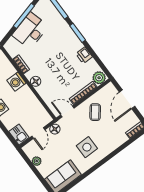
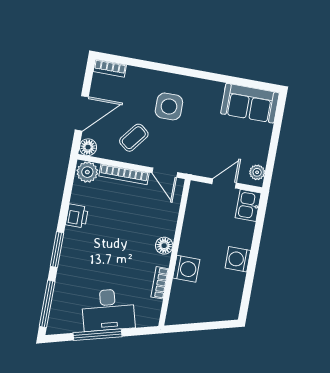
floor lamp: (55, 129) -> (88, 147), moved
side table: (87, 147) -> (169, 106), moved
plant: (37, 161) -> (257, 172), moved

